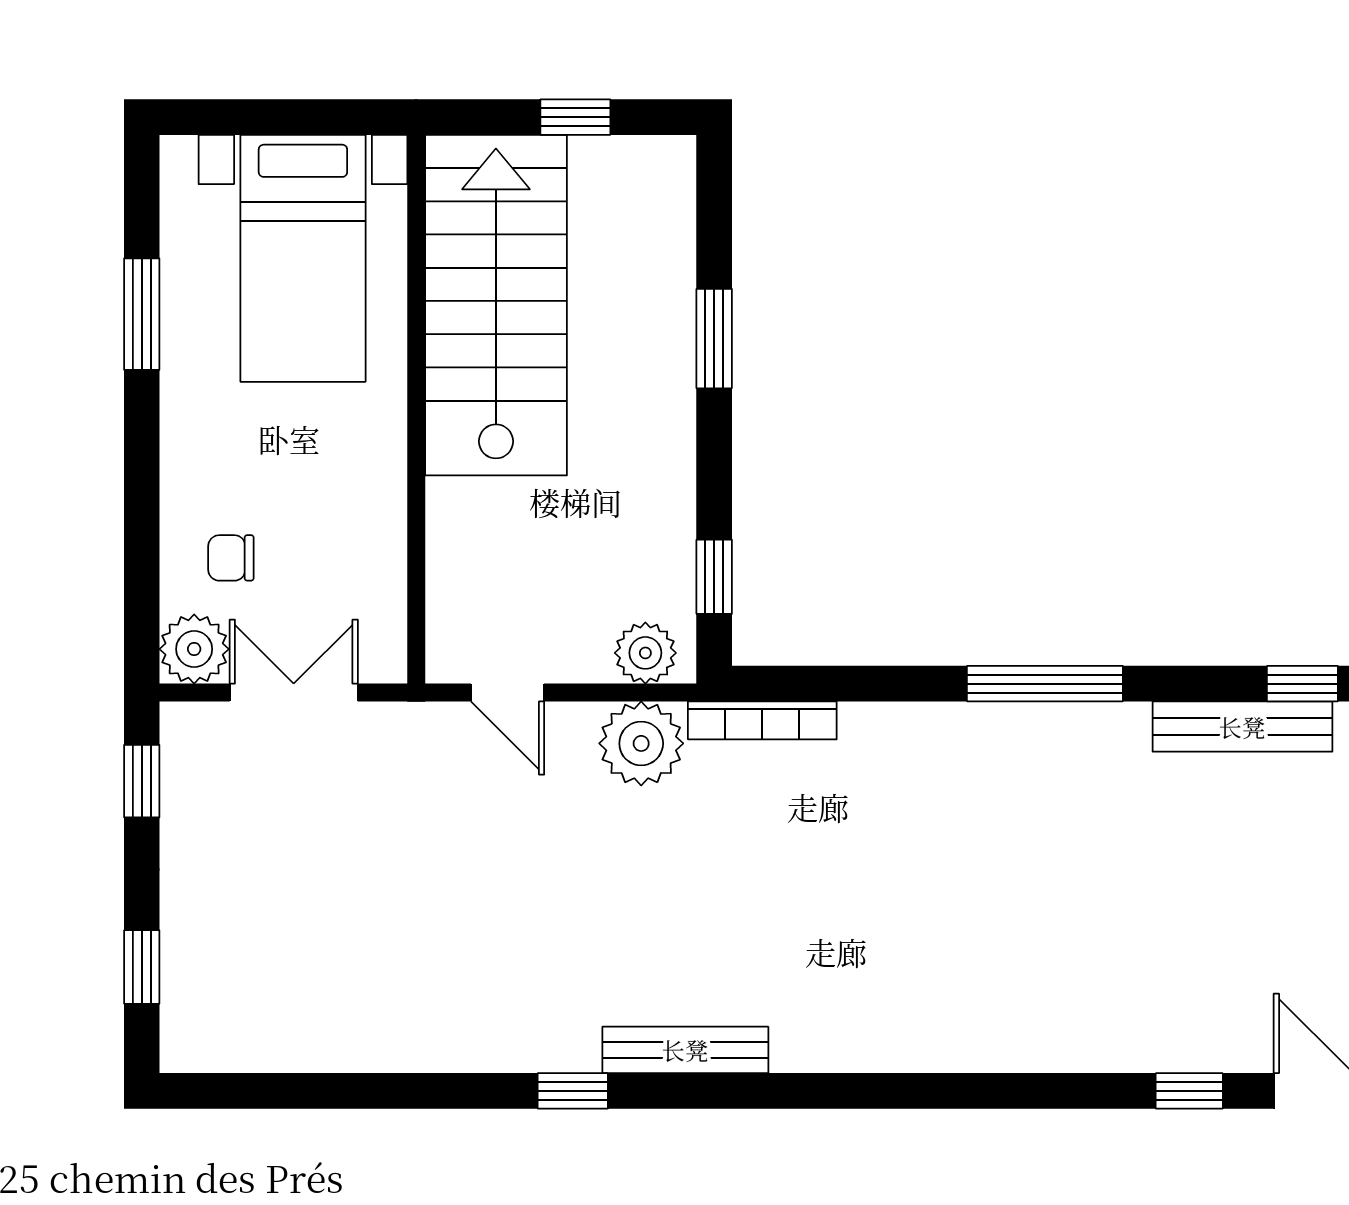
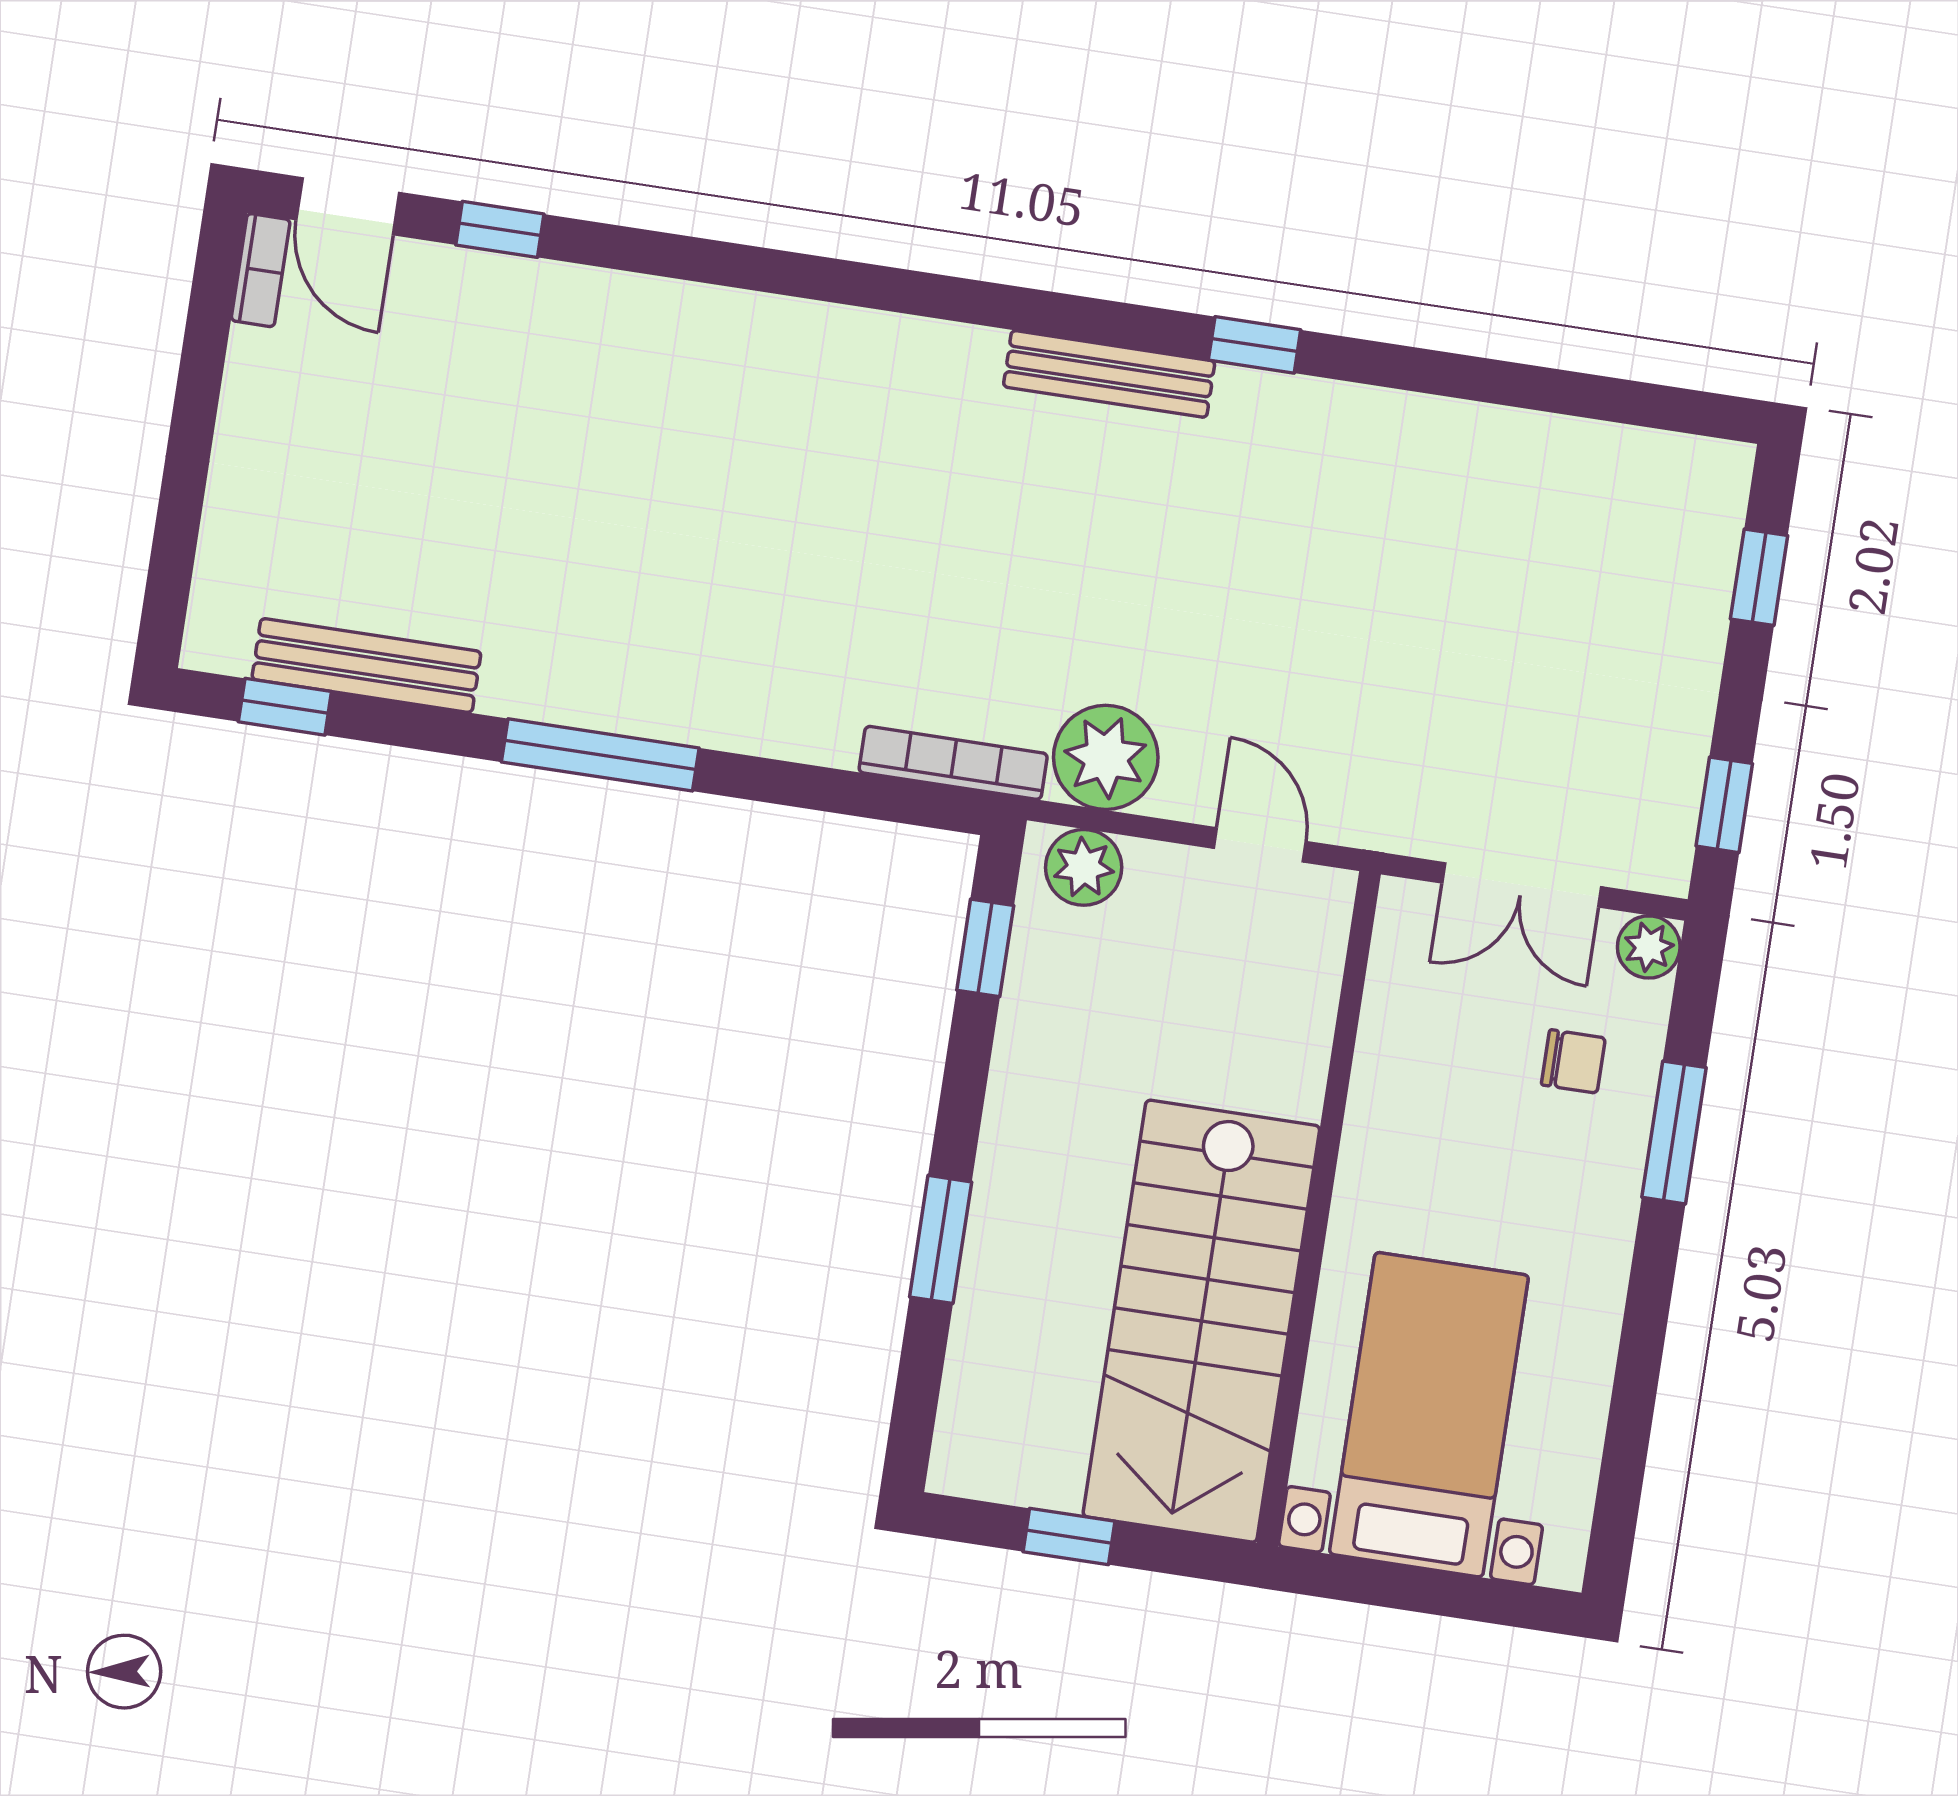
window: (142, 314) -> (1674, 1132), moved
plant: (194, 649) -> (1649, 947), width x0.73, depth x0.73

